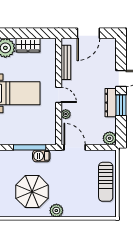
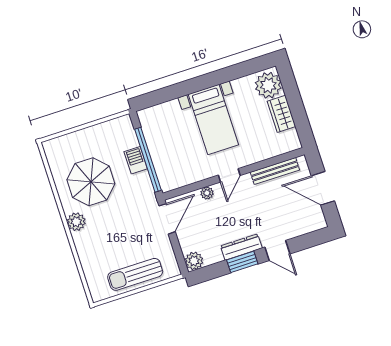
window: (30, 147) -> (148, 160), width x1.46
barbecue: (41, 156) -> (136, 160), moved

